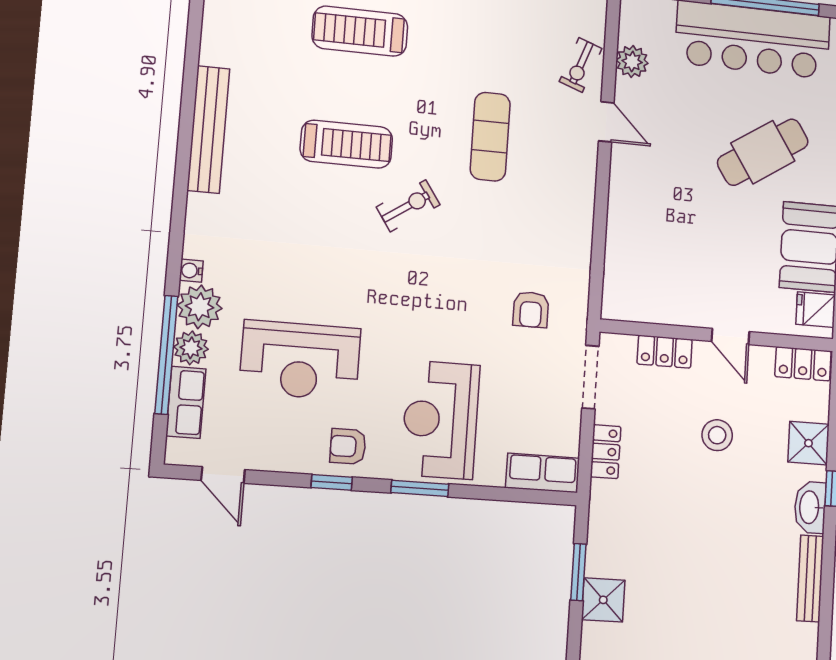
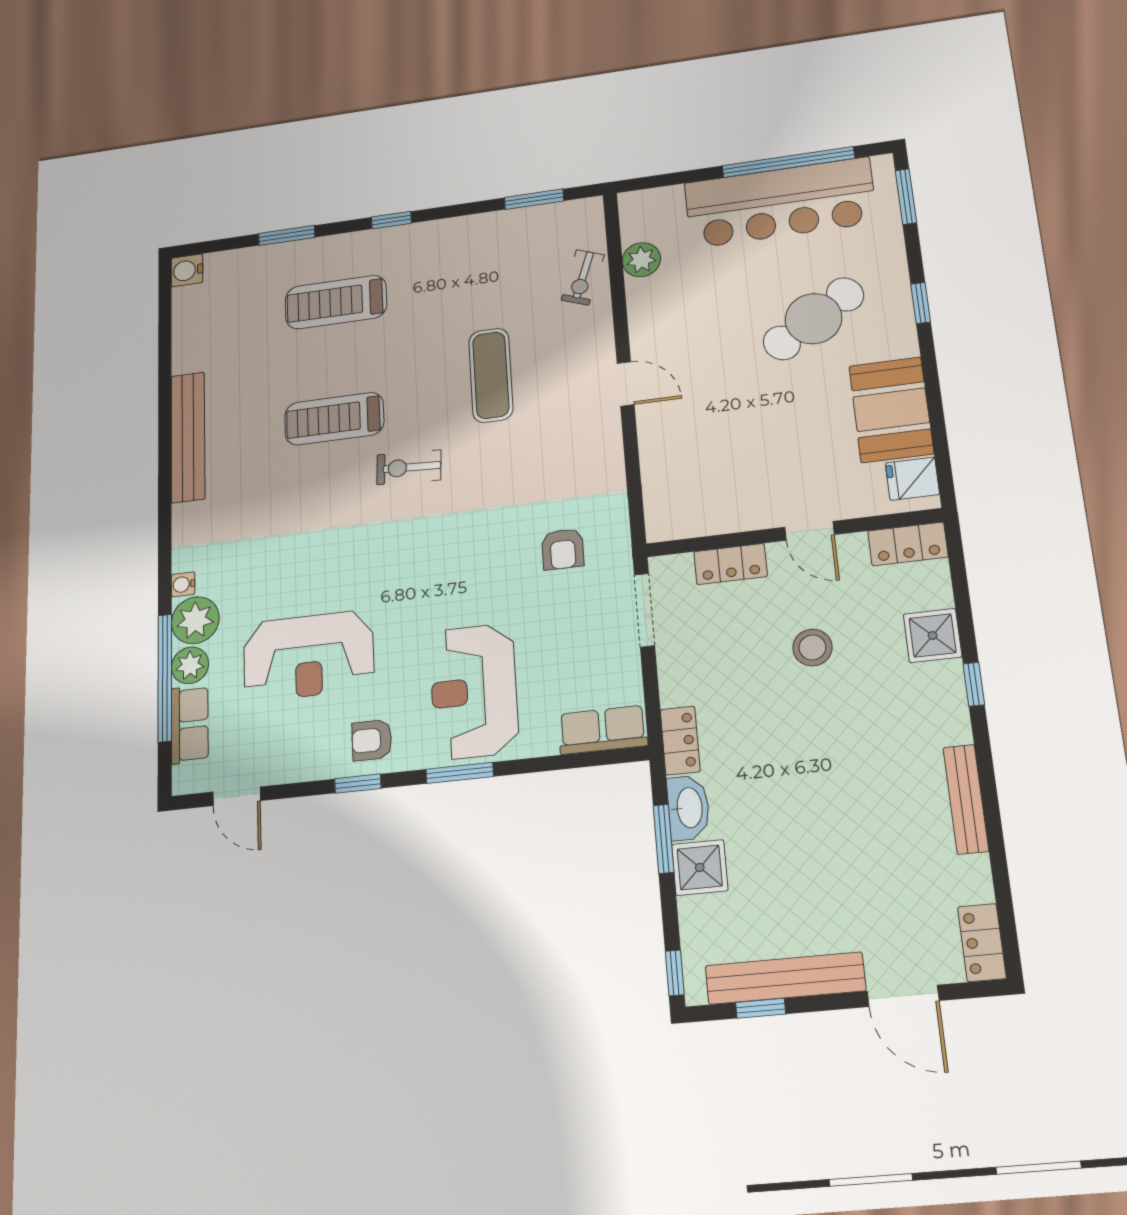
door: (606, 122) -> (626, 384), moved
treadmill: (346, 144) -> (334, 419), turned 180
exercise bike: (408, 206) -> (409, 467), turned -143
locker: (606, 452) -> (680, 741), moved
washbasin: (810, 507) -> (688, 808), moved, turned 180

